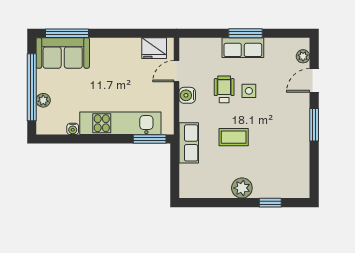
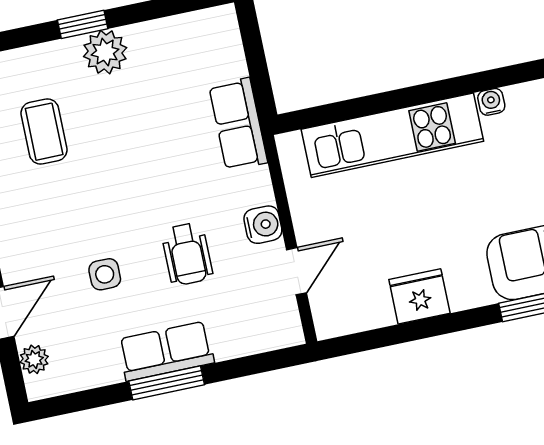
fridge: (154, 48) -> (419, 296), moved
side table: (249, 91) -> (105, 274), moved
coffee table: (234, 137) -> (44, 132), moved, turned 90
window: (150, 139) -> (323, 115), removed
window: (270, 203) -> (83, 24), moved

